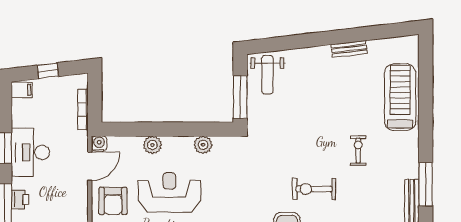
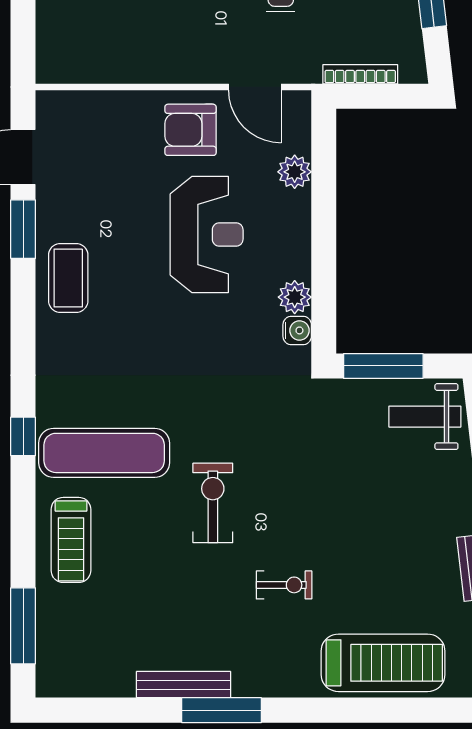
water cooler: (99, 143) -> (297, 330), moved
plant: (152, 145) -> (295, 172), moved

